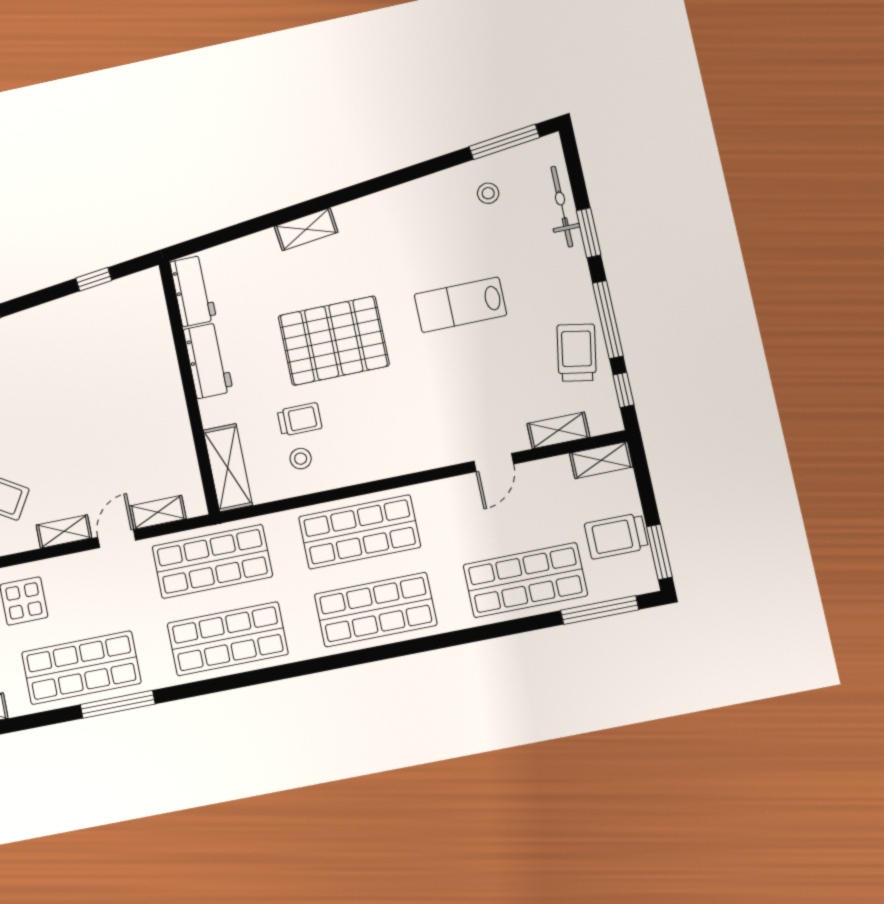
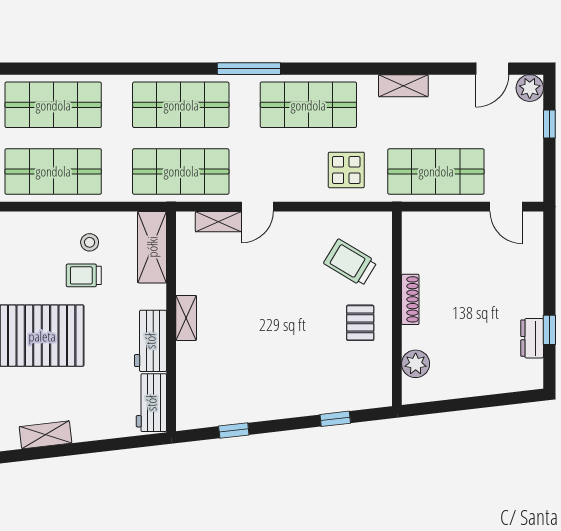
shelving: (64, 531) -> (186, 318), moved, turned 90
window: (118, 704) -> (249, 69), moved

